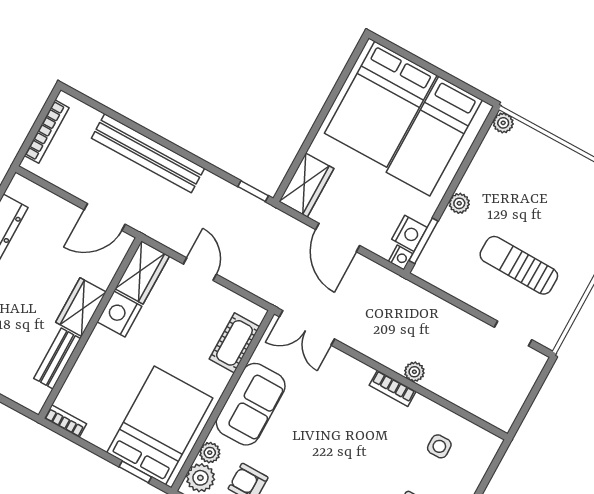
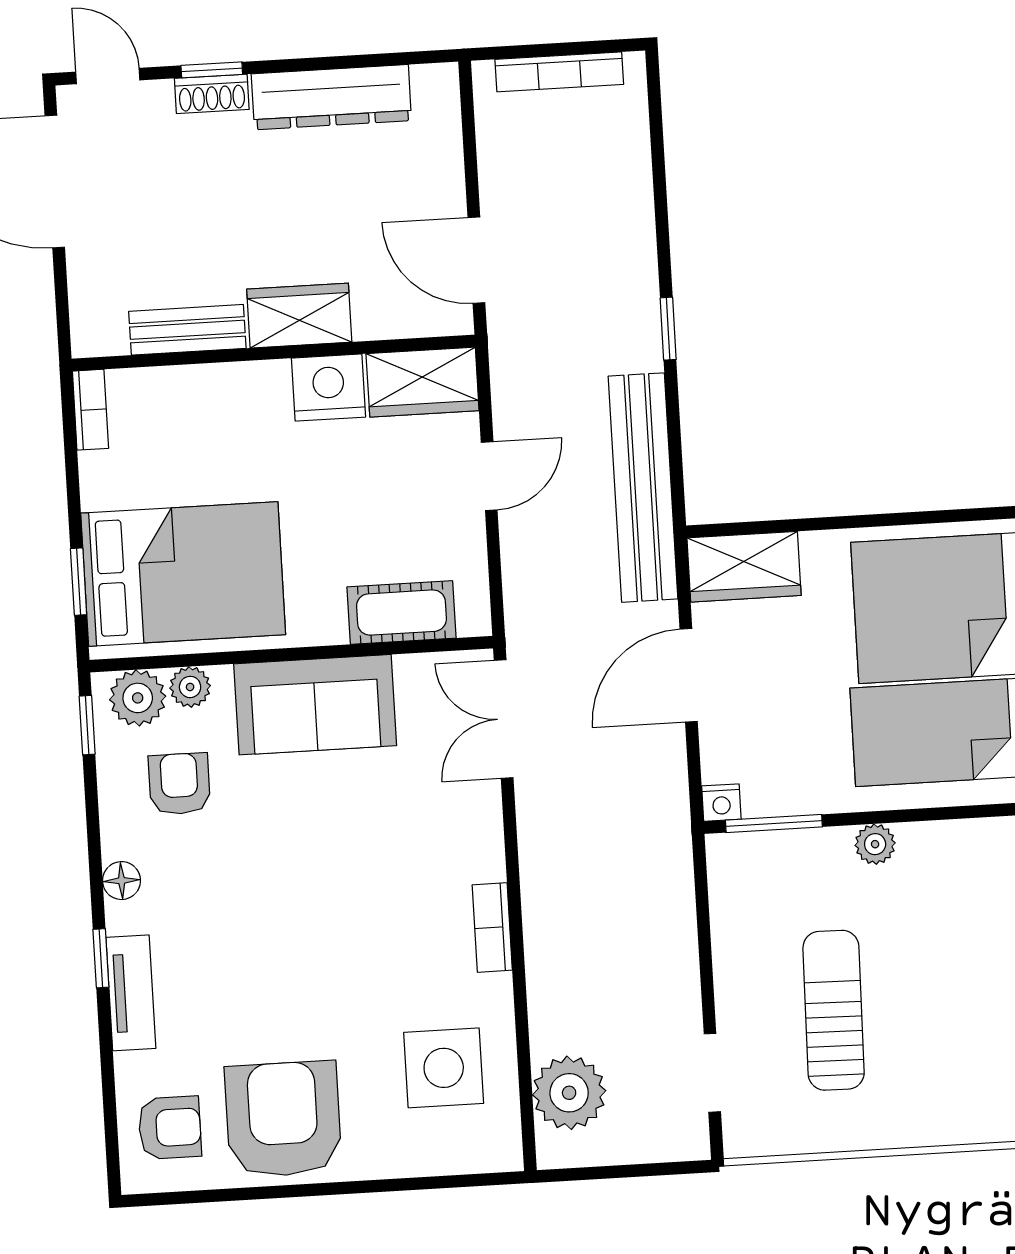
bench: (148, 153) -> (643, 488), moved
window: (253, 191) -> (668, 329), moved
nightstand: (409, 233) -> (772, 792), removed
plant: (414, 372) -> (569, 1093), moved, width x1.88, depth x1.88
side table: (439, 446) -> (444, 1068), width x1.87, depth x1.87

